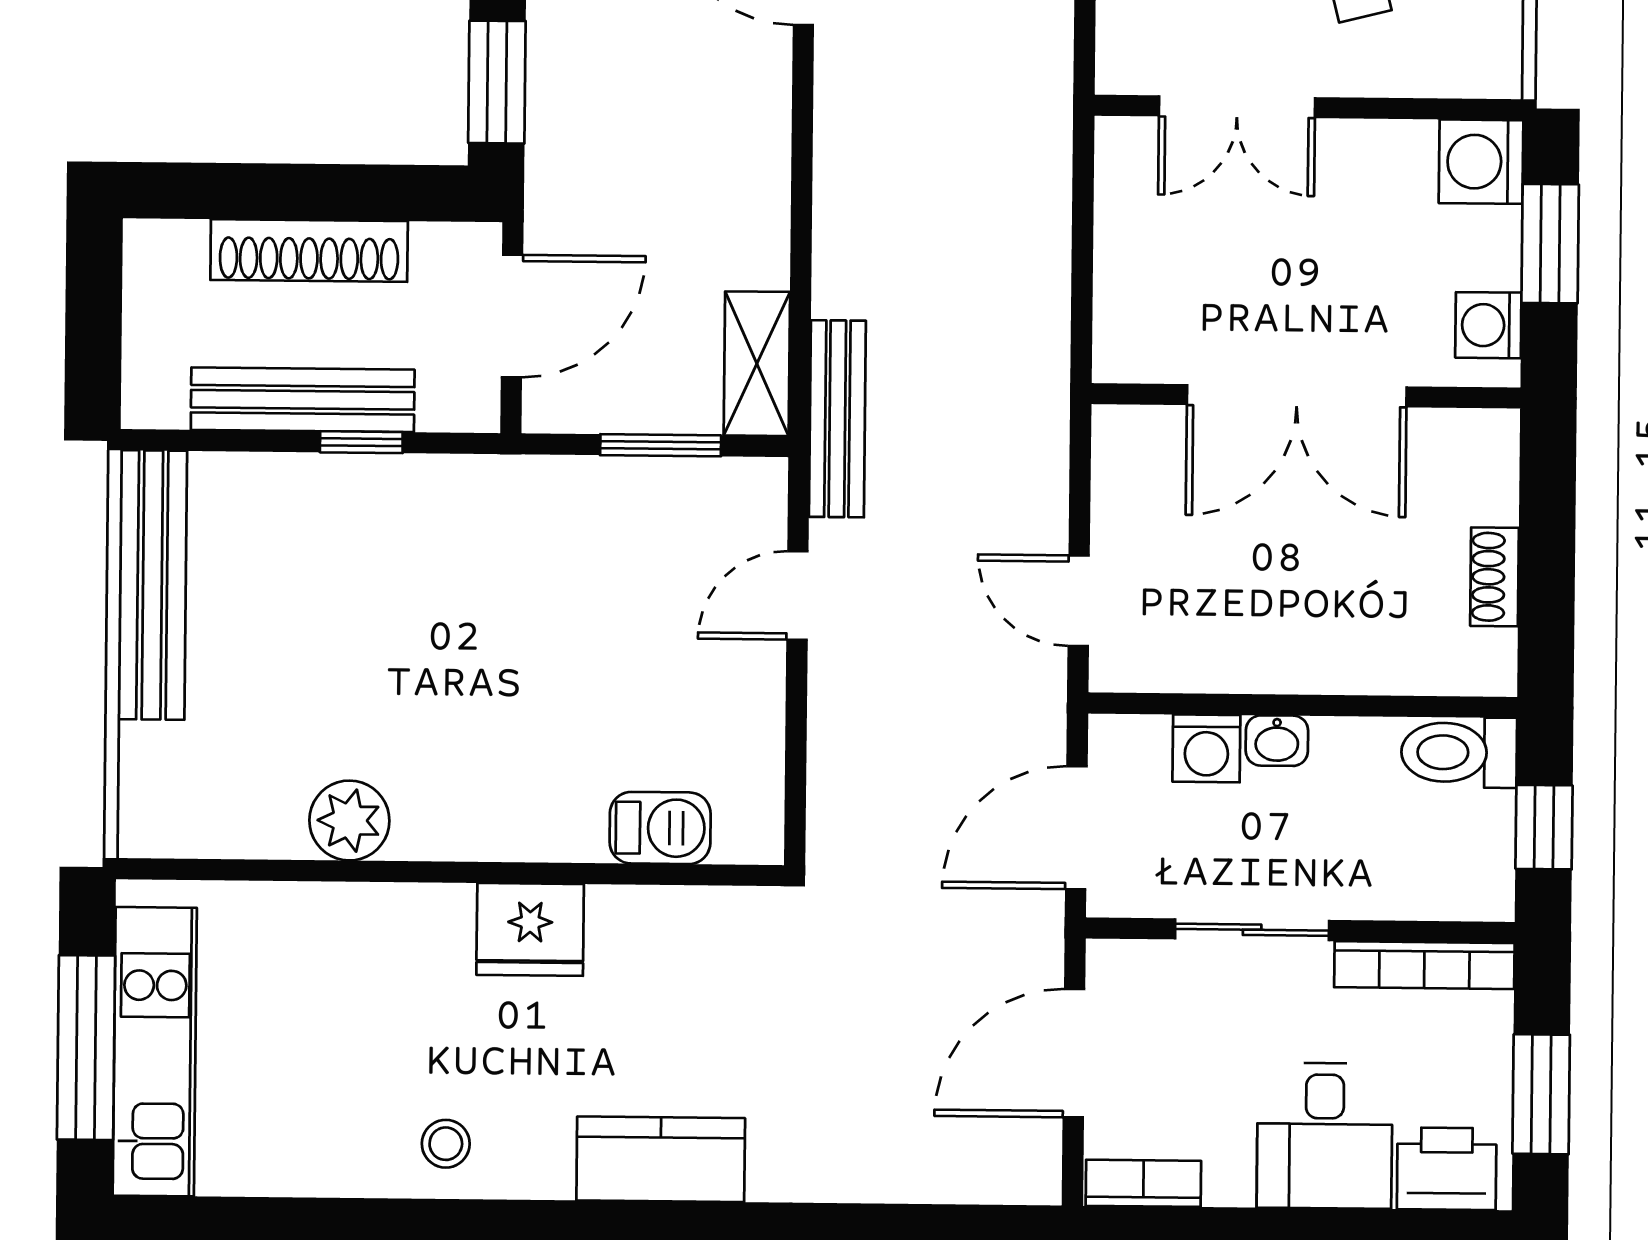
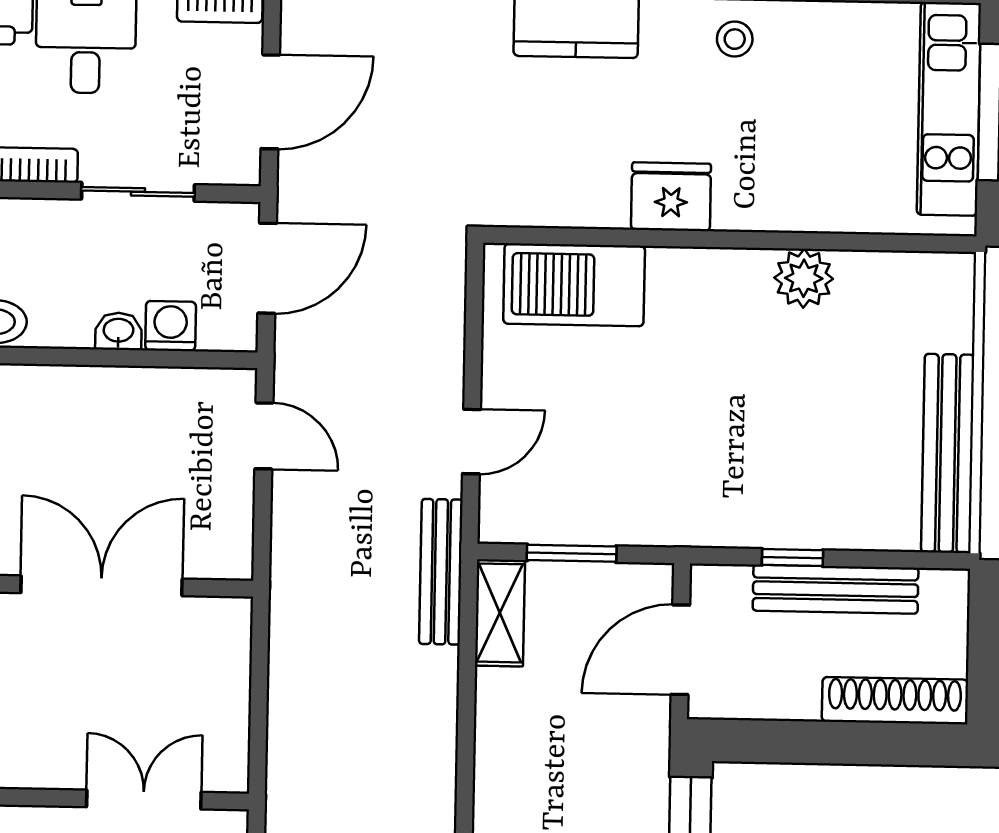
shoe rack: (309, 251) -> (895, 701), moved
barbecue: (660, 828) -> (574, 285), width x1.88, depth x1.53

